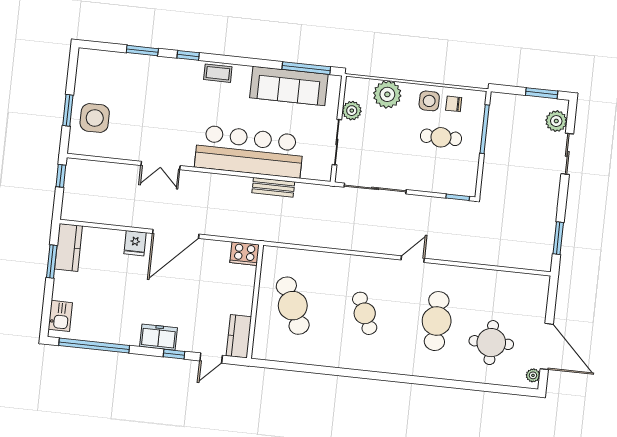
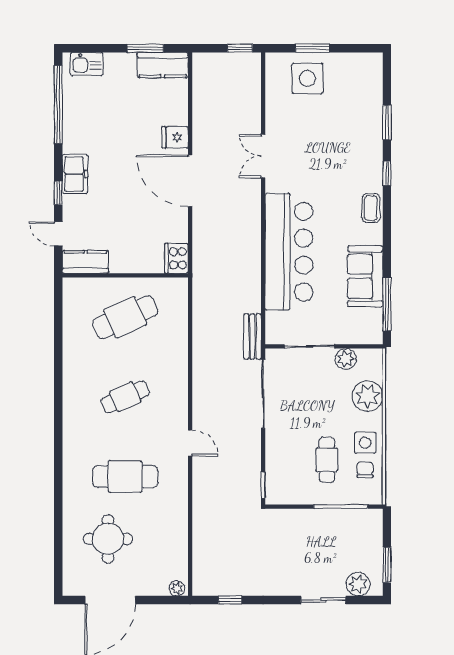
sofa: (289, 86) -> (365, 276), width x0.73
bench: (273, 187) -> (252, 336), moved
window: (558, 238) -> (230, 600), width x0.67
plant: (533, 375) -> (177, 588), moved

